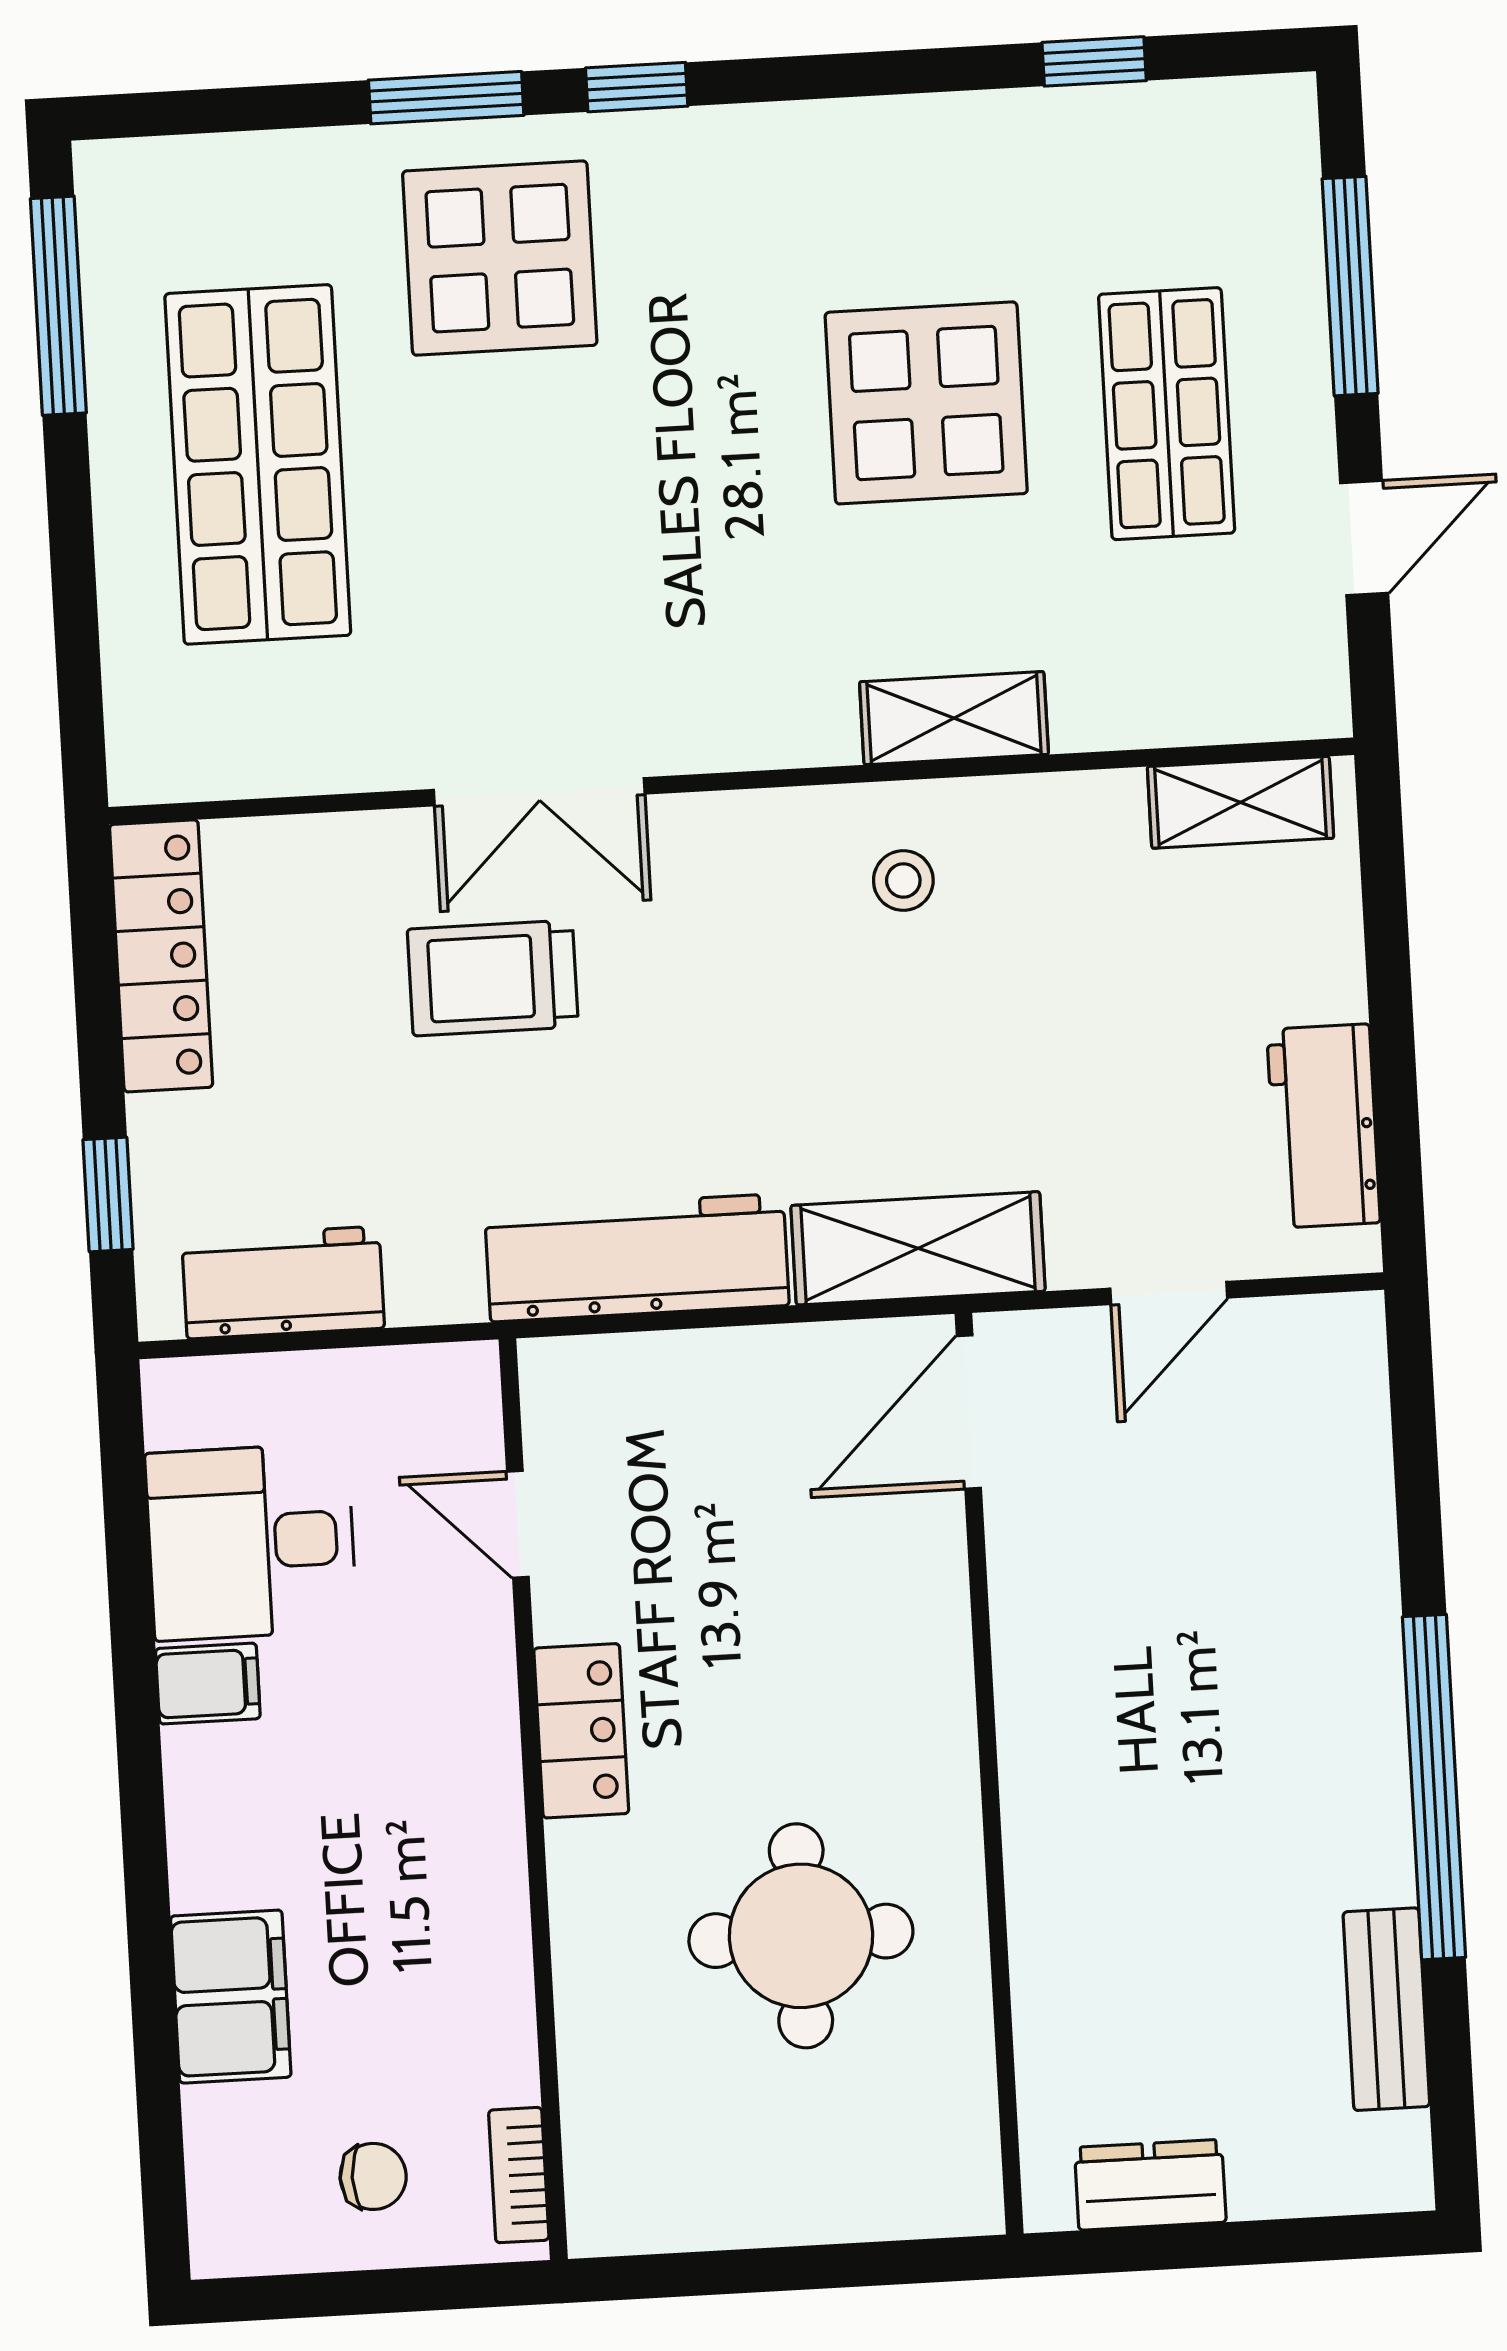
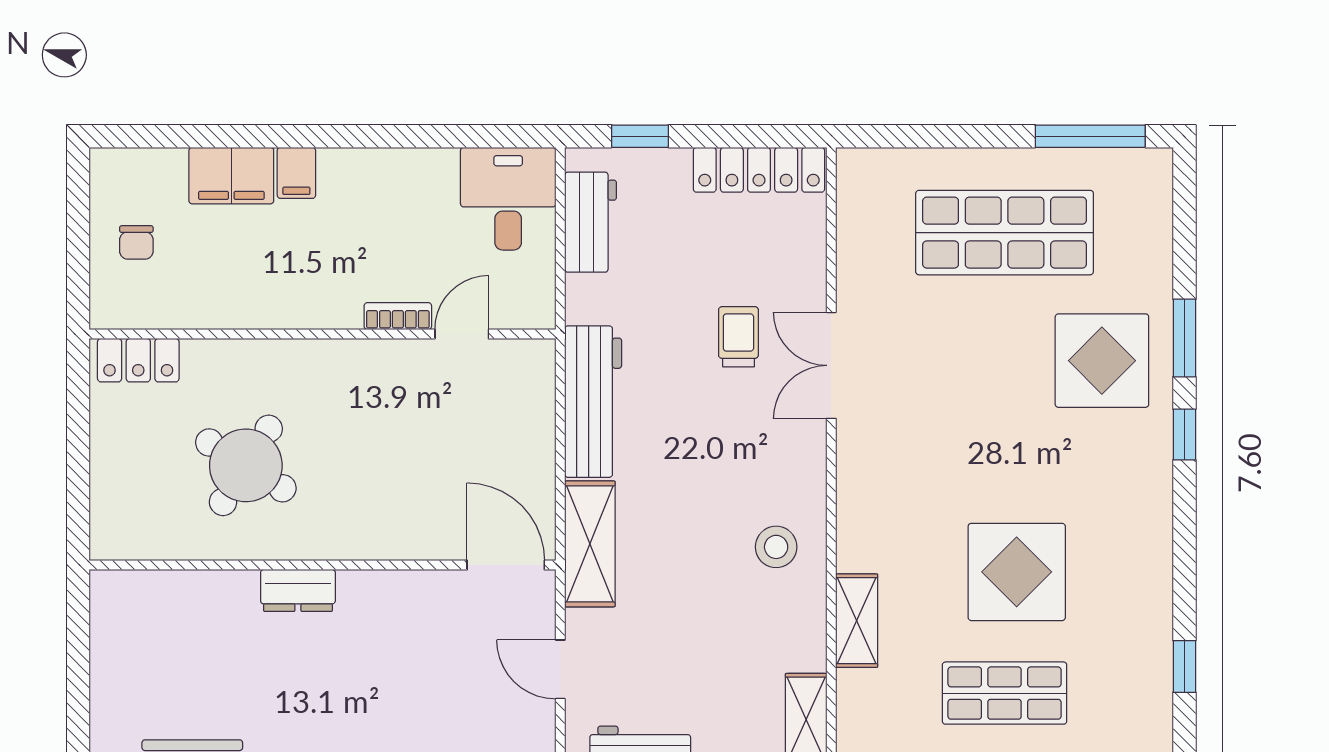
shelving: (954, 718) -> (857, 621), moved
stool: (903, 881) -> (776, 547), width x1.37, depth x1.37
trolley: (493, 978) -> (738, 337), width x0.73, depth x0.72
desk: (251, 1542) -> (508, 199), moved
filing cabinet: (208, 1684) -> (296, 173), moved
locker: (581, 1731) -> (138, 360), moved
round table: (801, 1936) -> (246, 465), turned 32
bookcase: (519, 2175) -> (398, 316), moved
dresser: (1150, 2185) -> (298, 590), moved, turned 90

